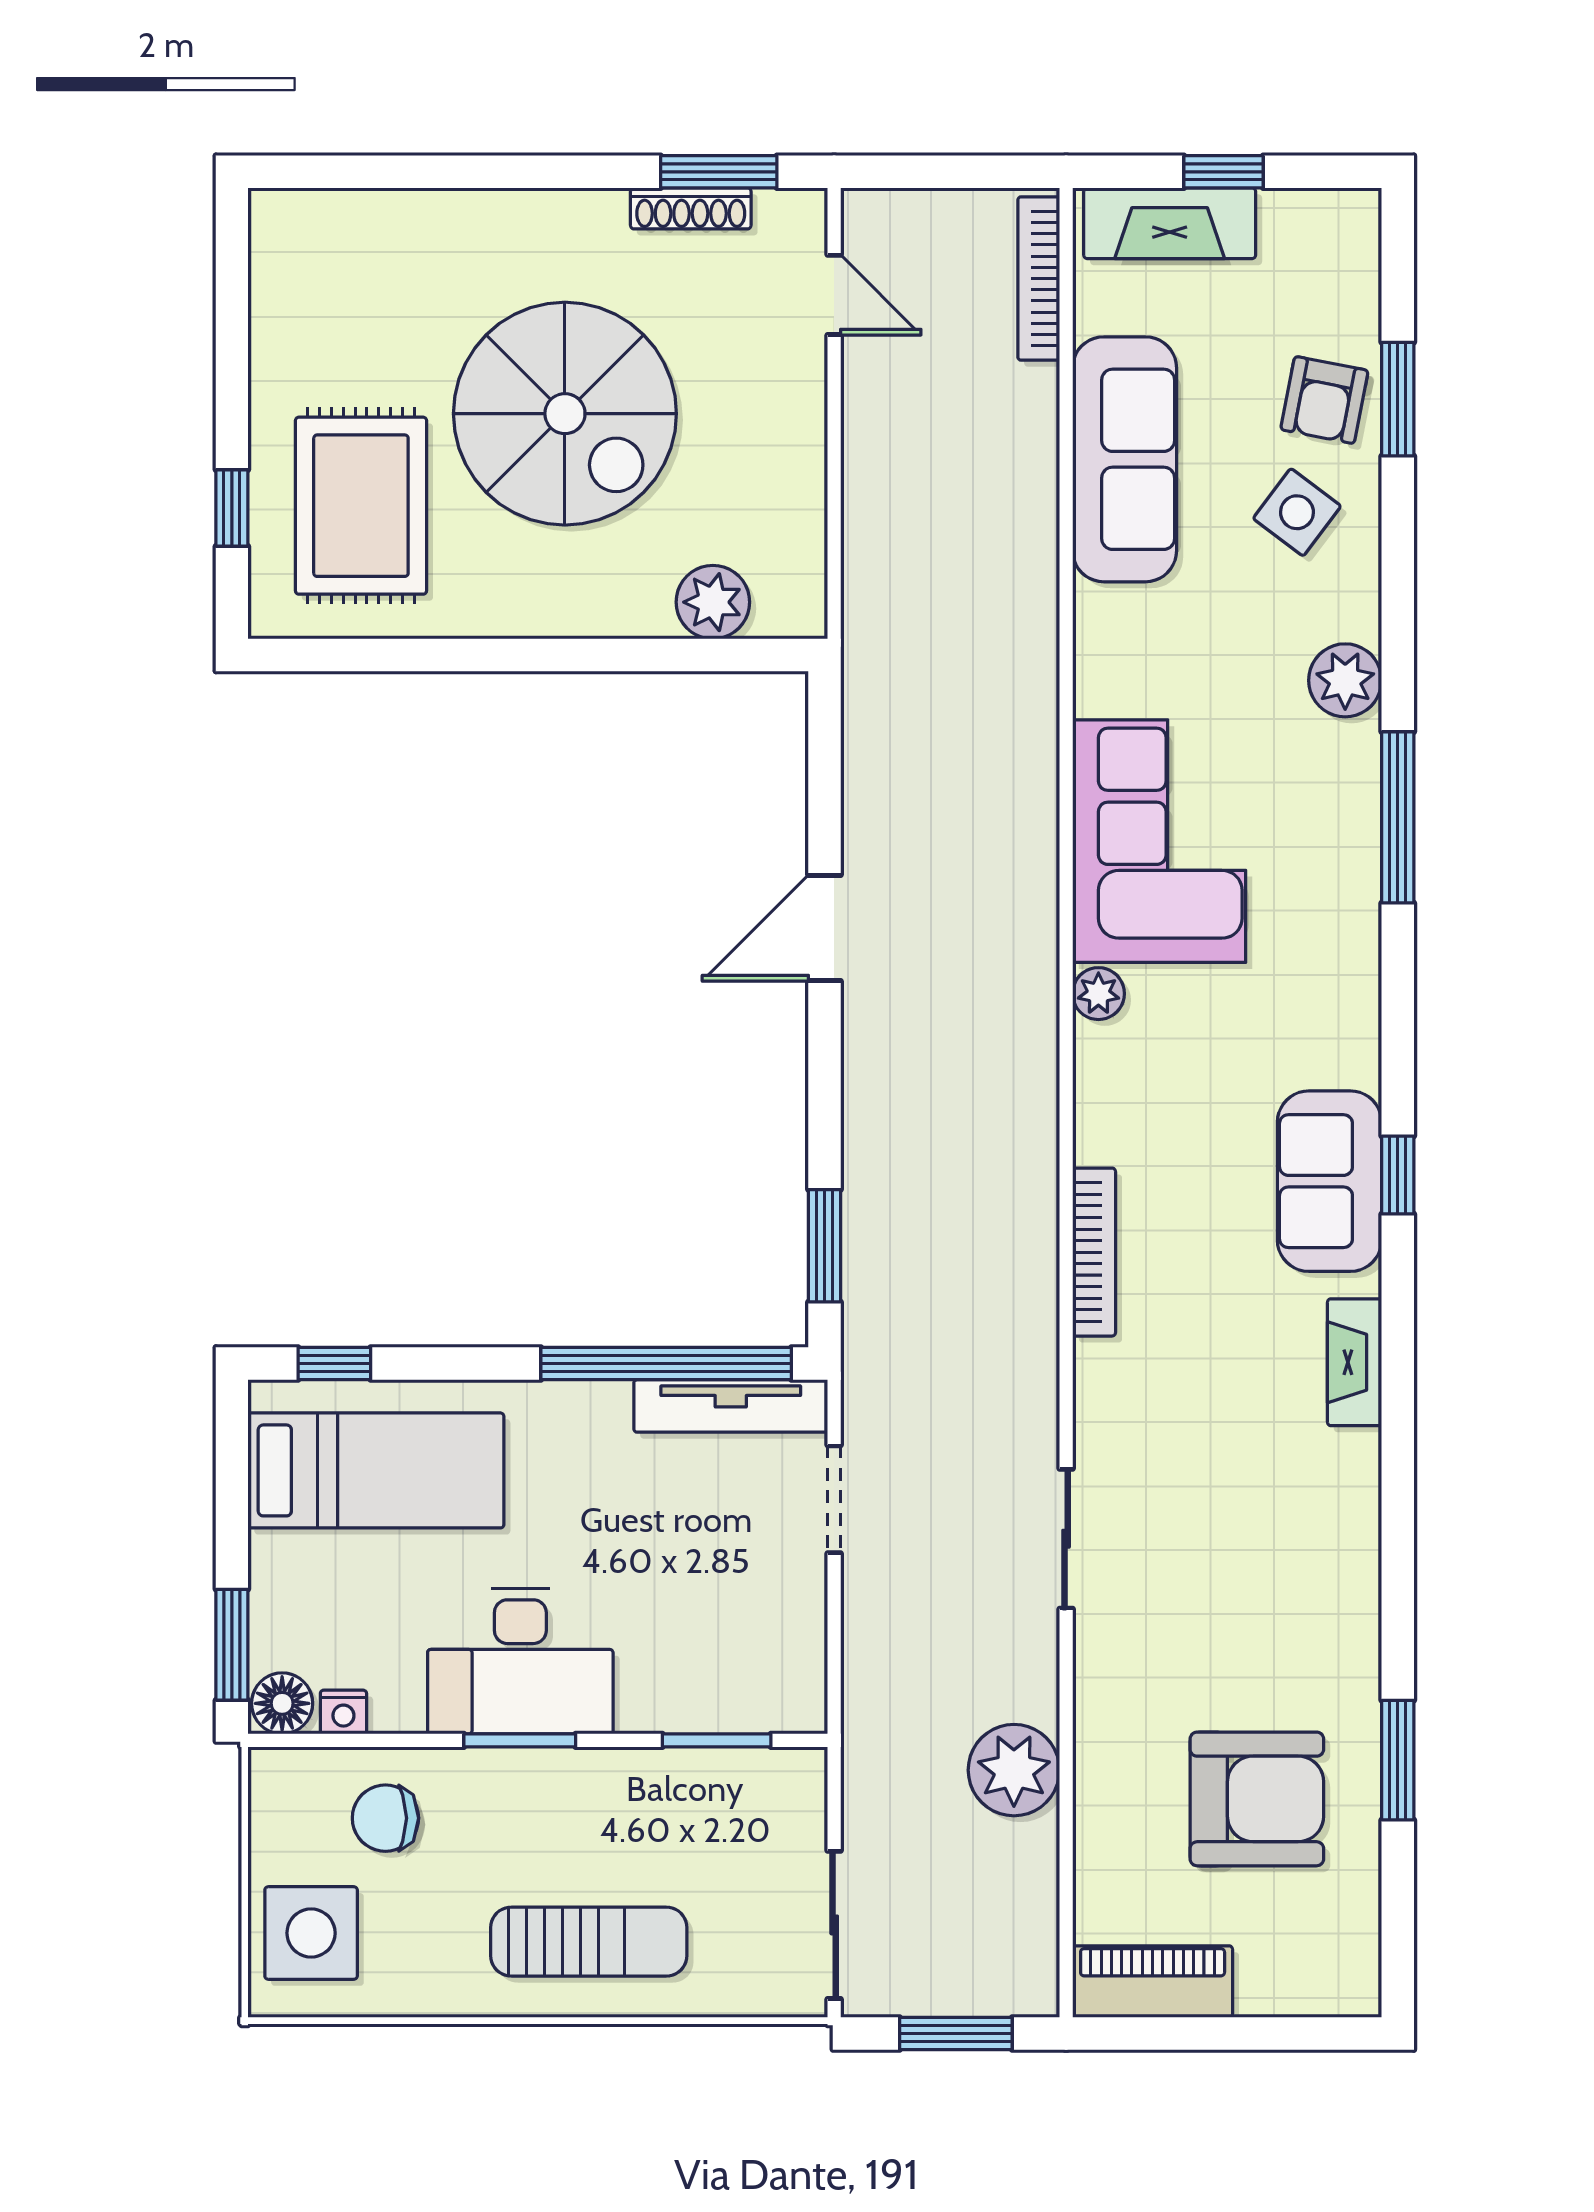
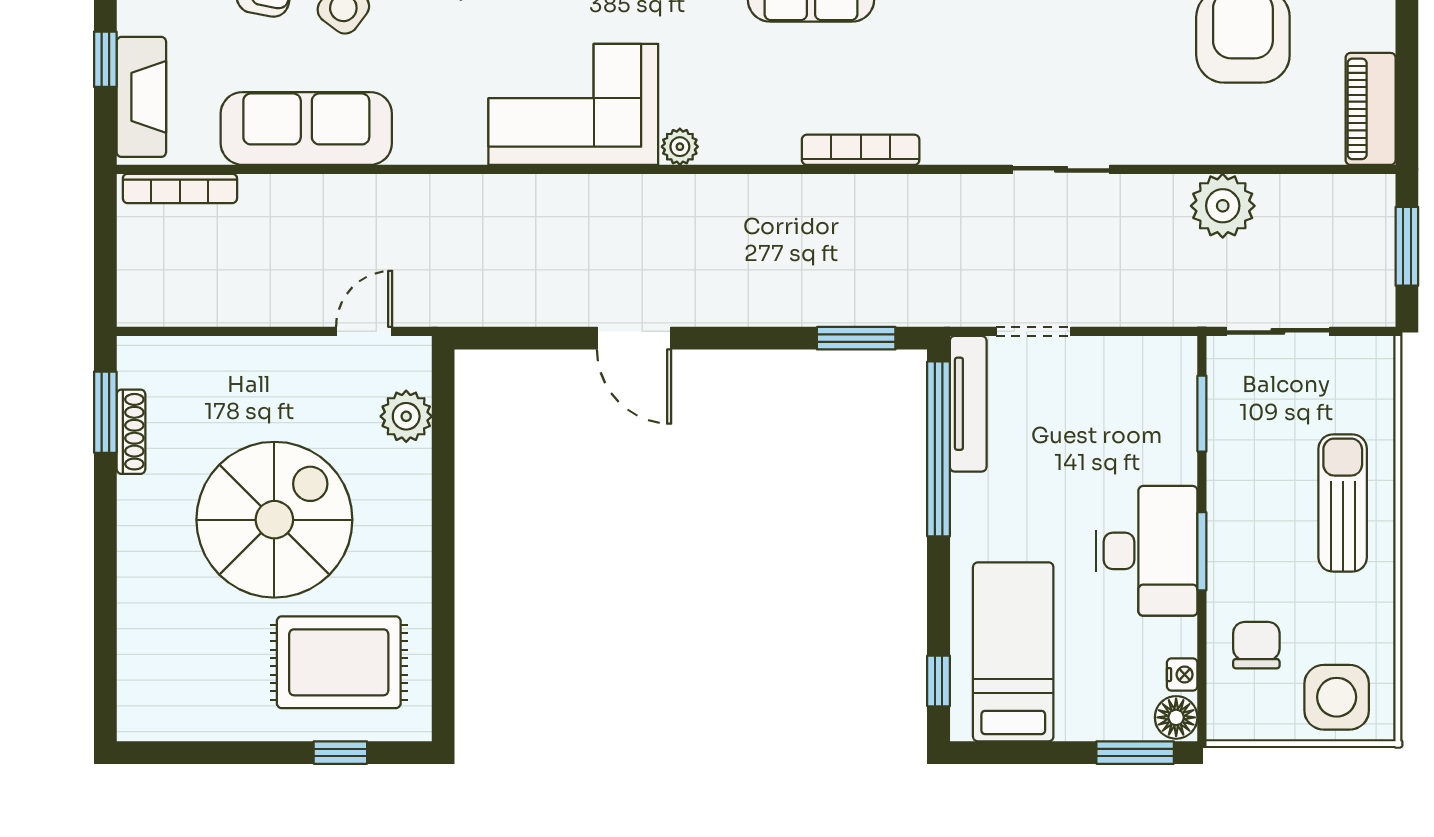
door: (834, 295) -> (364, 331), moved
chair: (385, 1818) -> (1256, 645), turned 180
sliding door: (834, 1925) -> (1278, 331), moved

